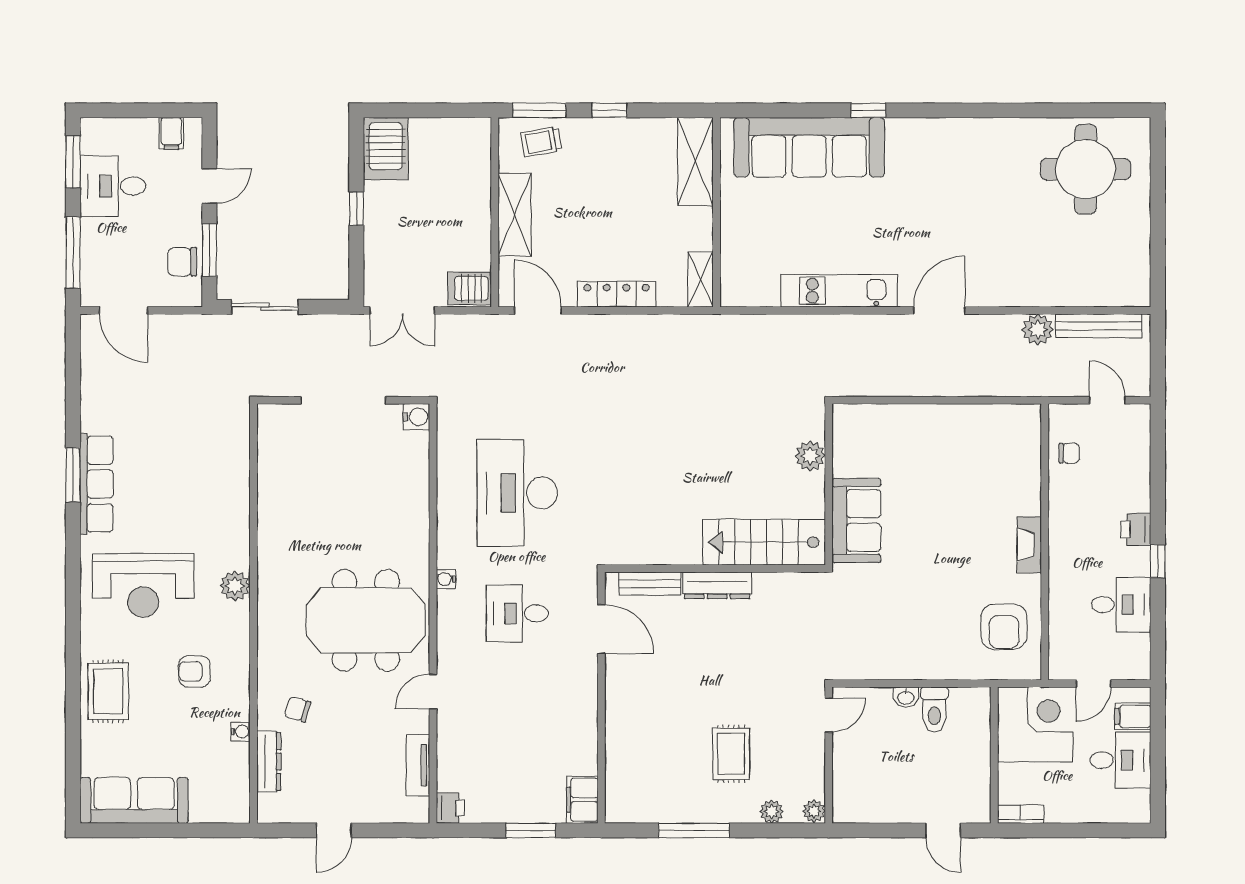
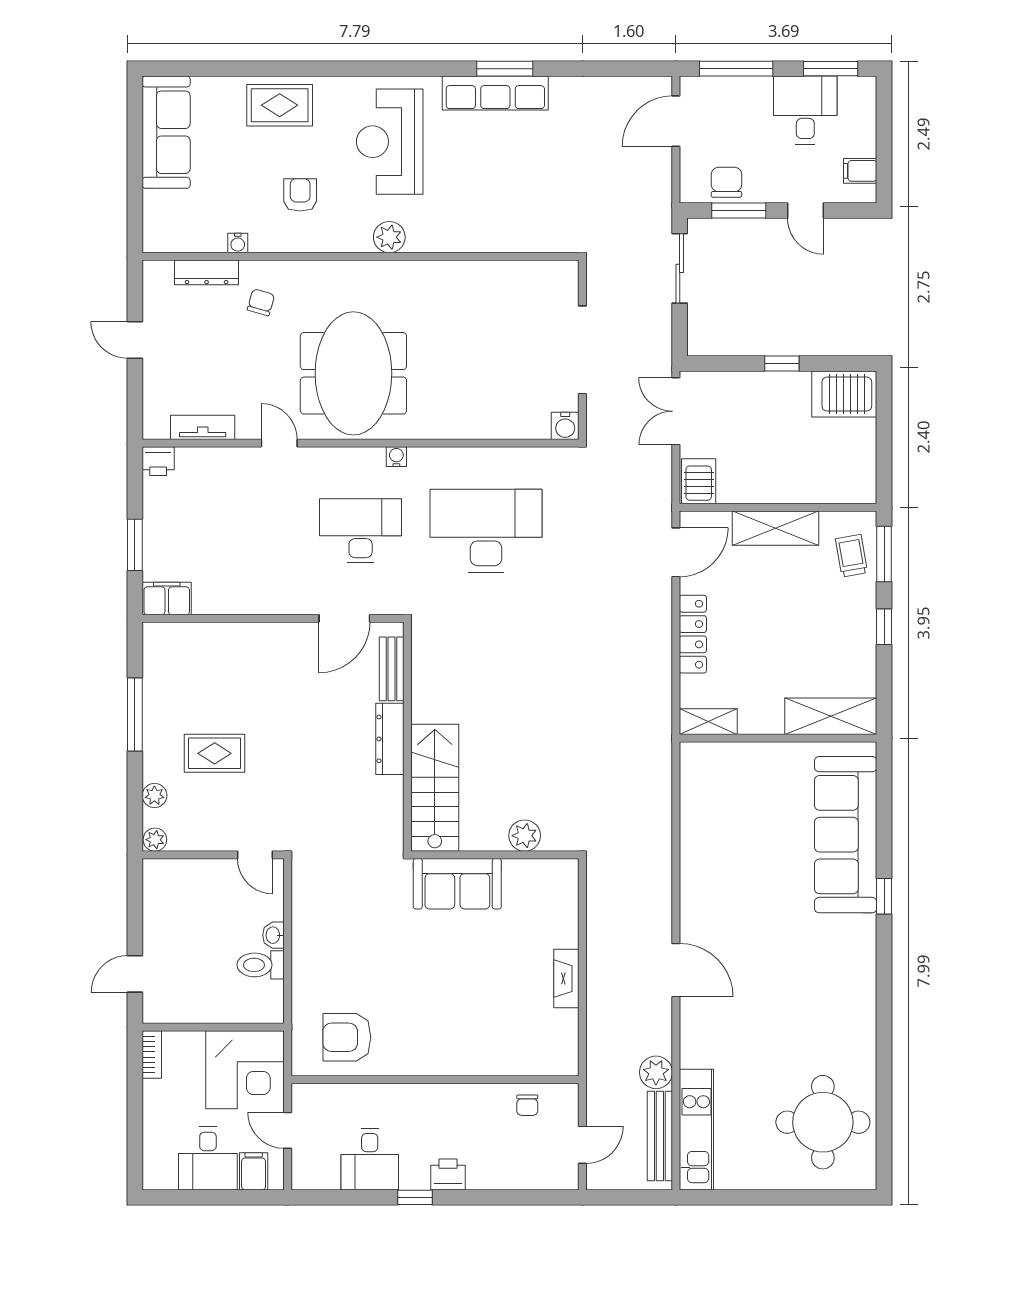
kitchen unit: (839, 291) -> (696, 1130), moved
fireplace: (1029, 545) -> (566, 979), moved, turned -90
desk: (517, 613) -> (361, 531), width x1.37

